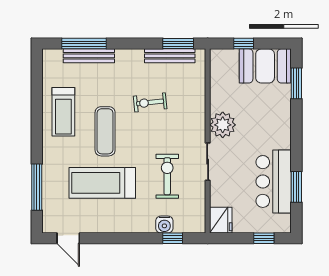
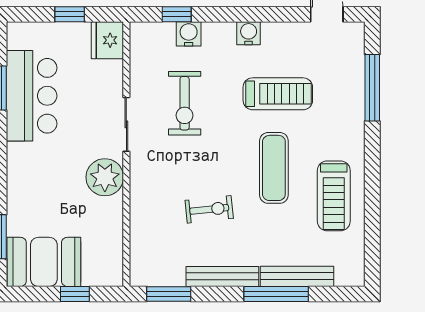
window: (84, 44) -> (276, 294), moved
bench: (170, 56) -> (222, 276), moved
treadmill: (63, 112) -> (334, 196), turned 180
treadmill: (102, 183) -> (278, 94), width x0.73, depth x0.73
water cooler: (123, 225) -> (249, 33), added
window: (264, 238) -> (70, 14), moved

